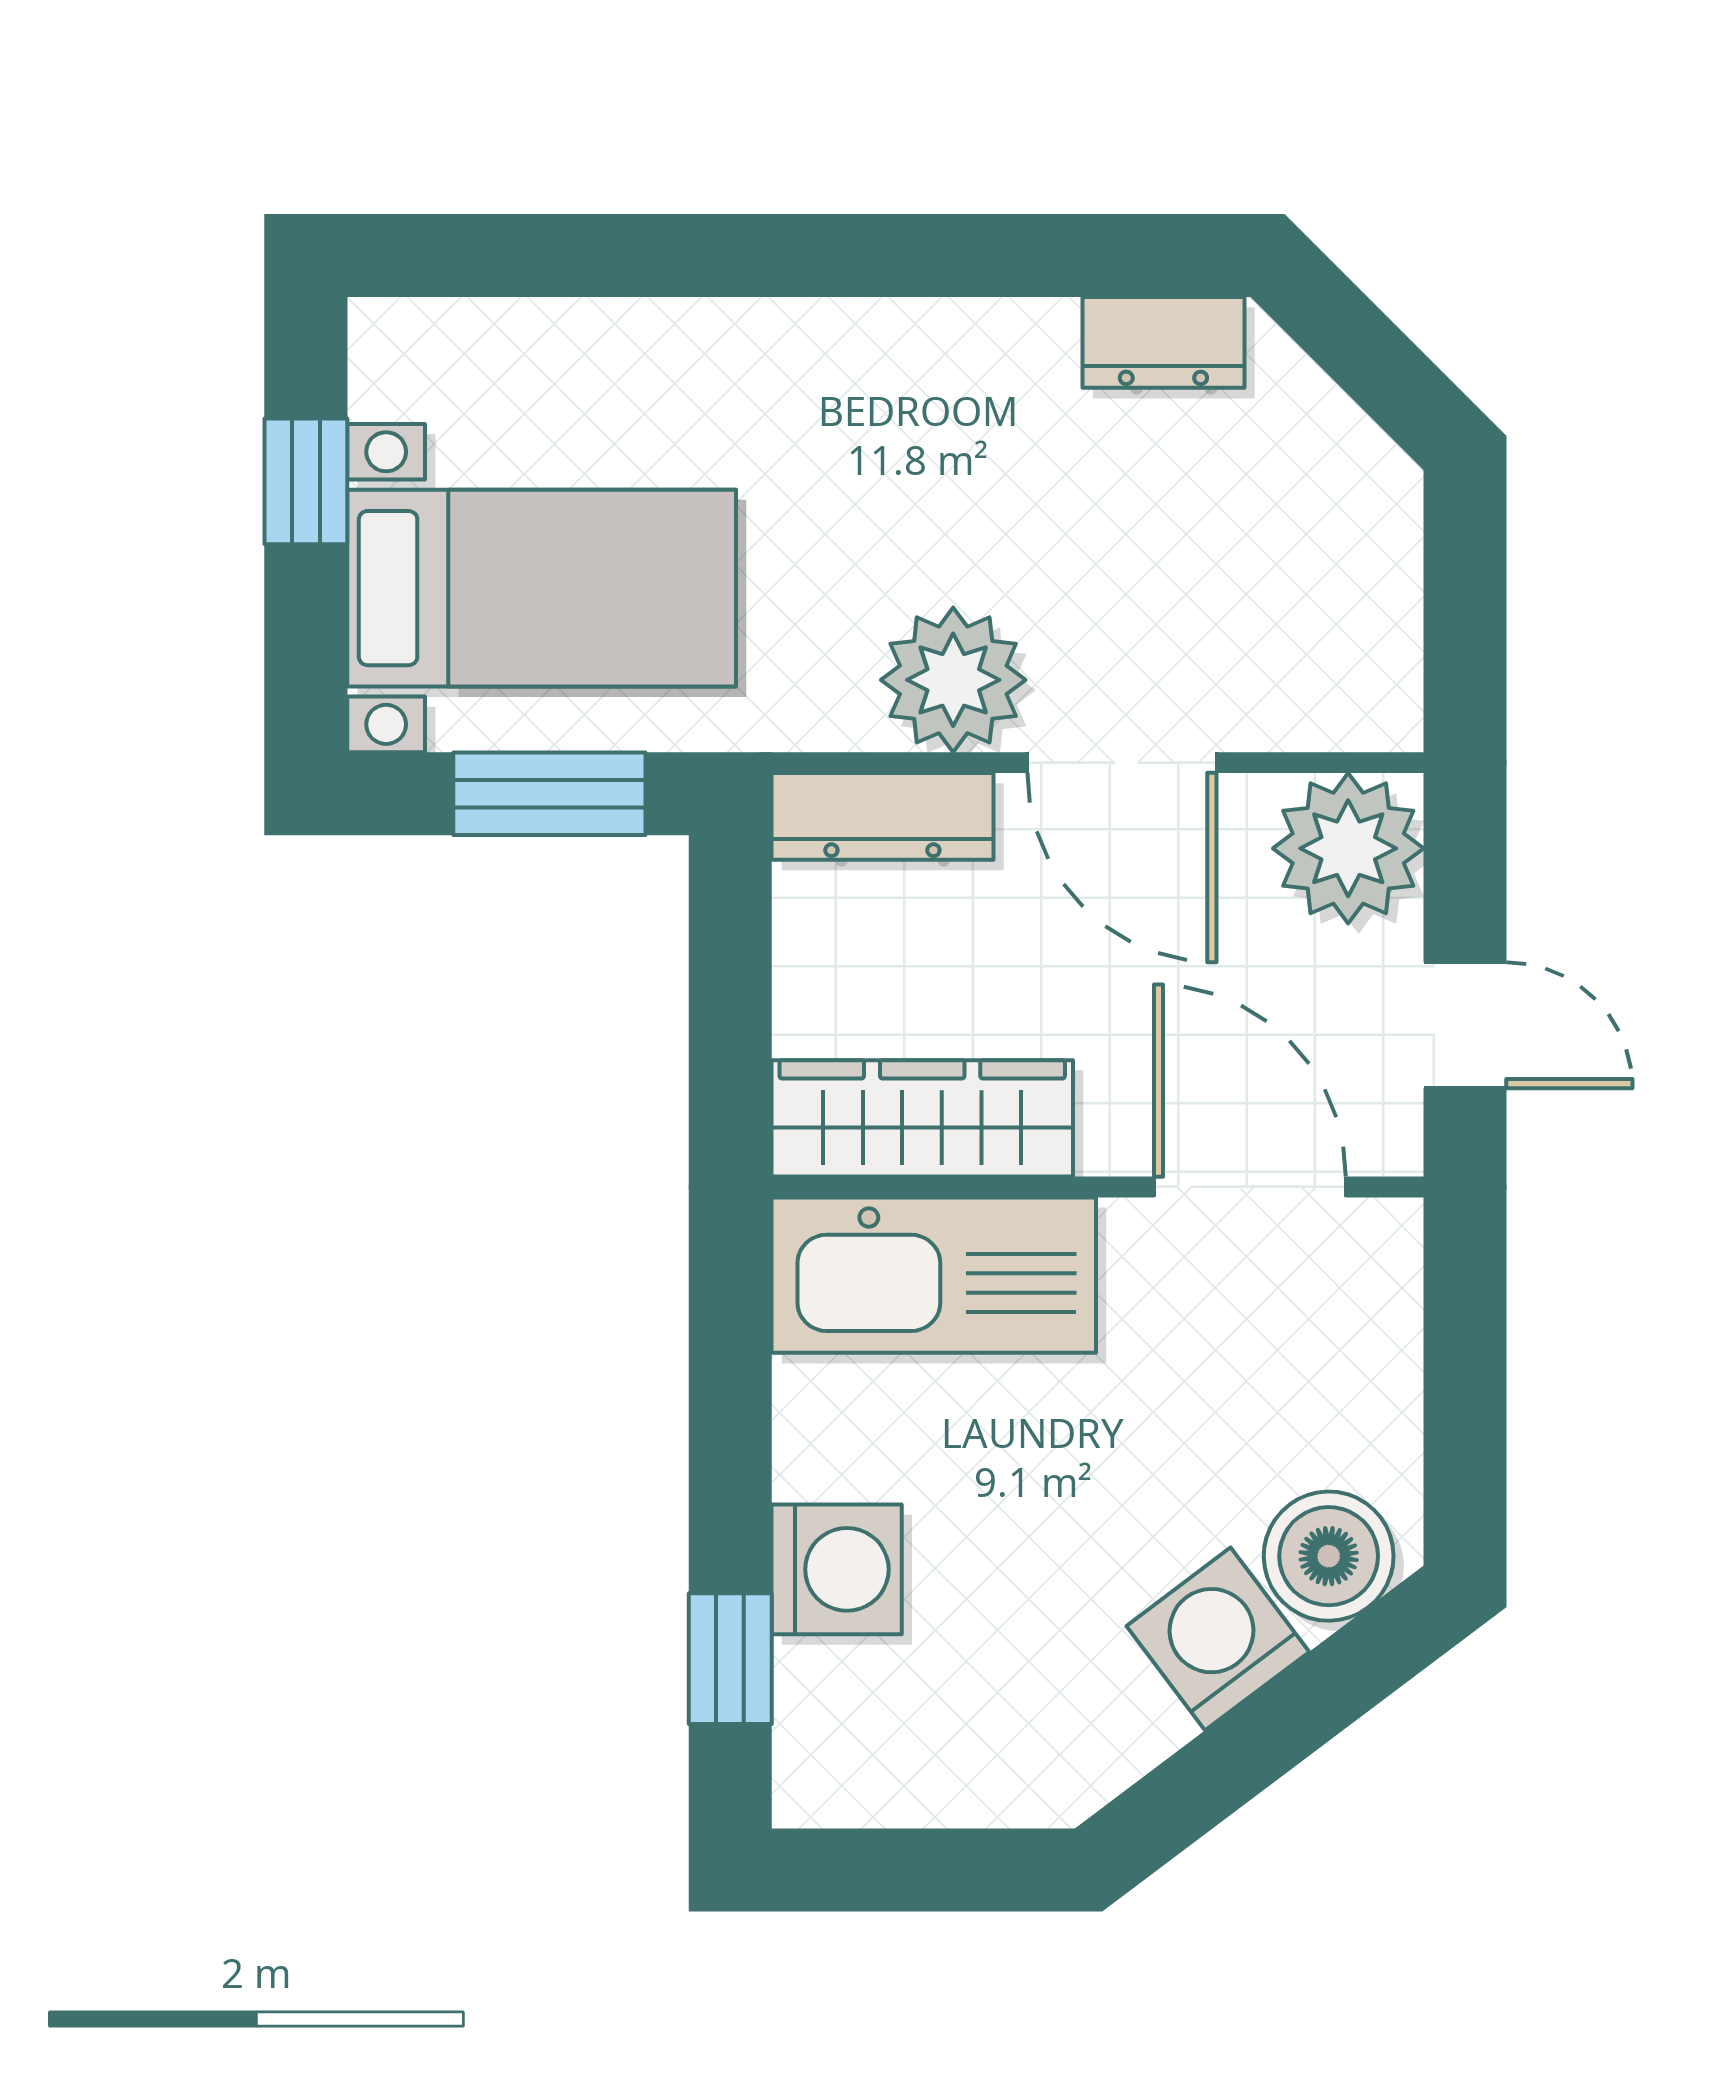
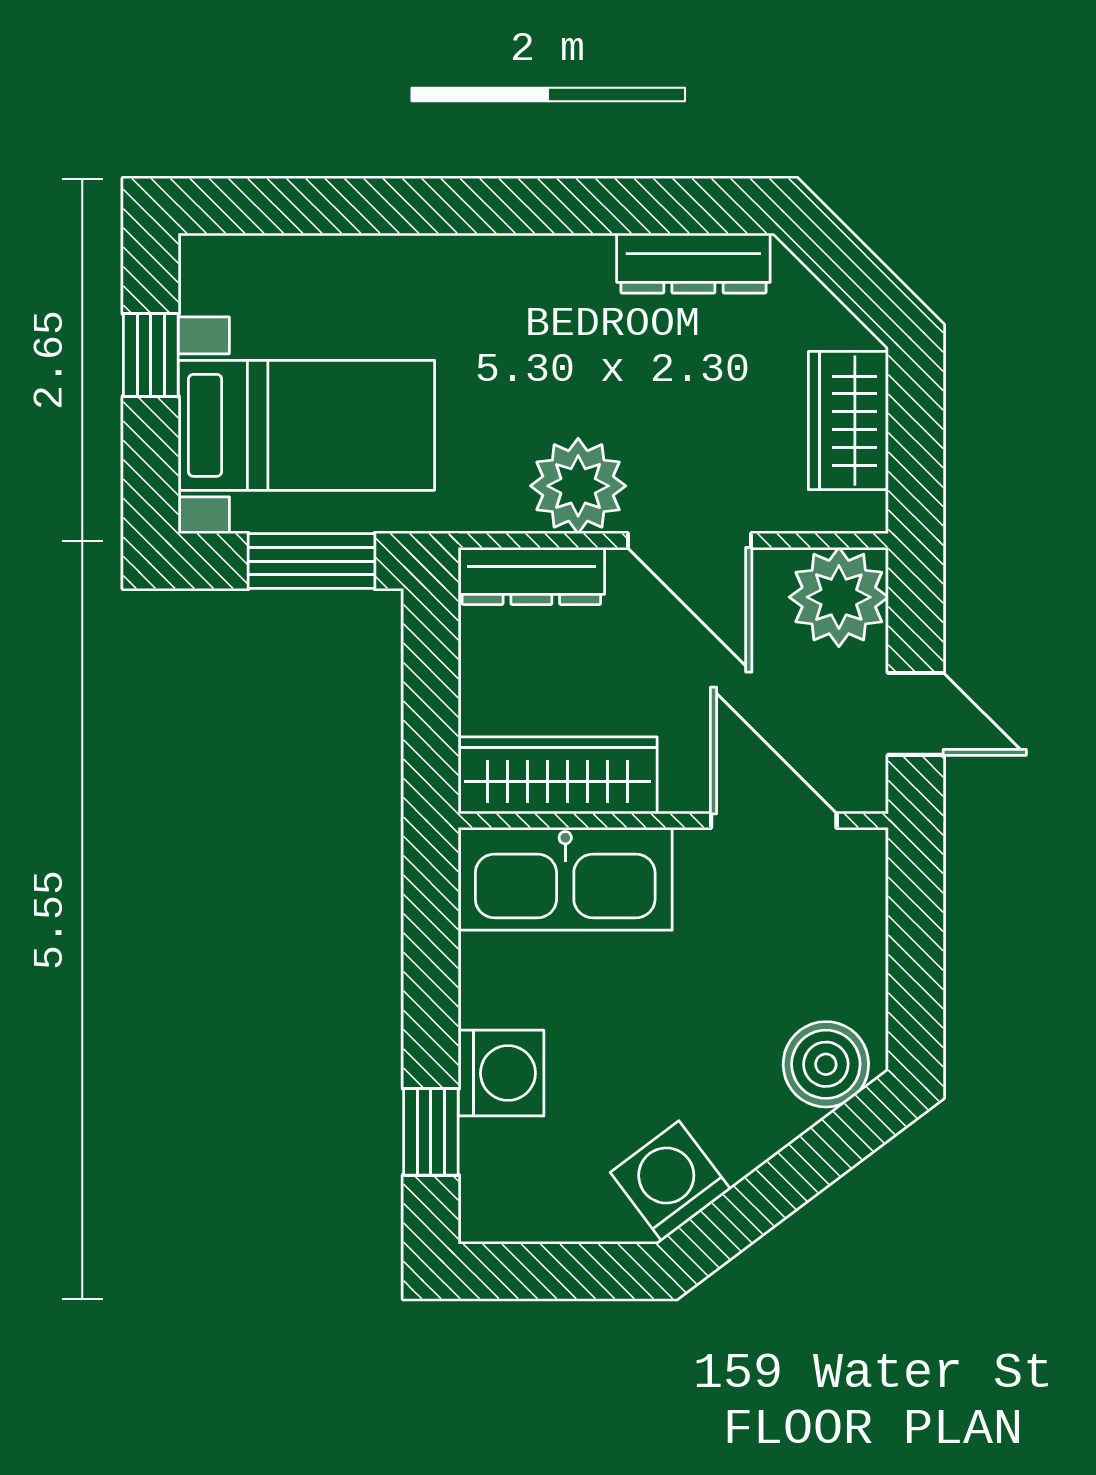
dresser: (1163, 342) -> (693, 263), width x1.44
wardrobe: (1363, 581) -> (848, 421), added
washing machine: (1218, 1639) -> (670, 1181), moved

